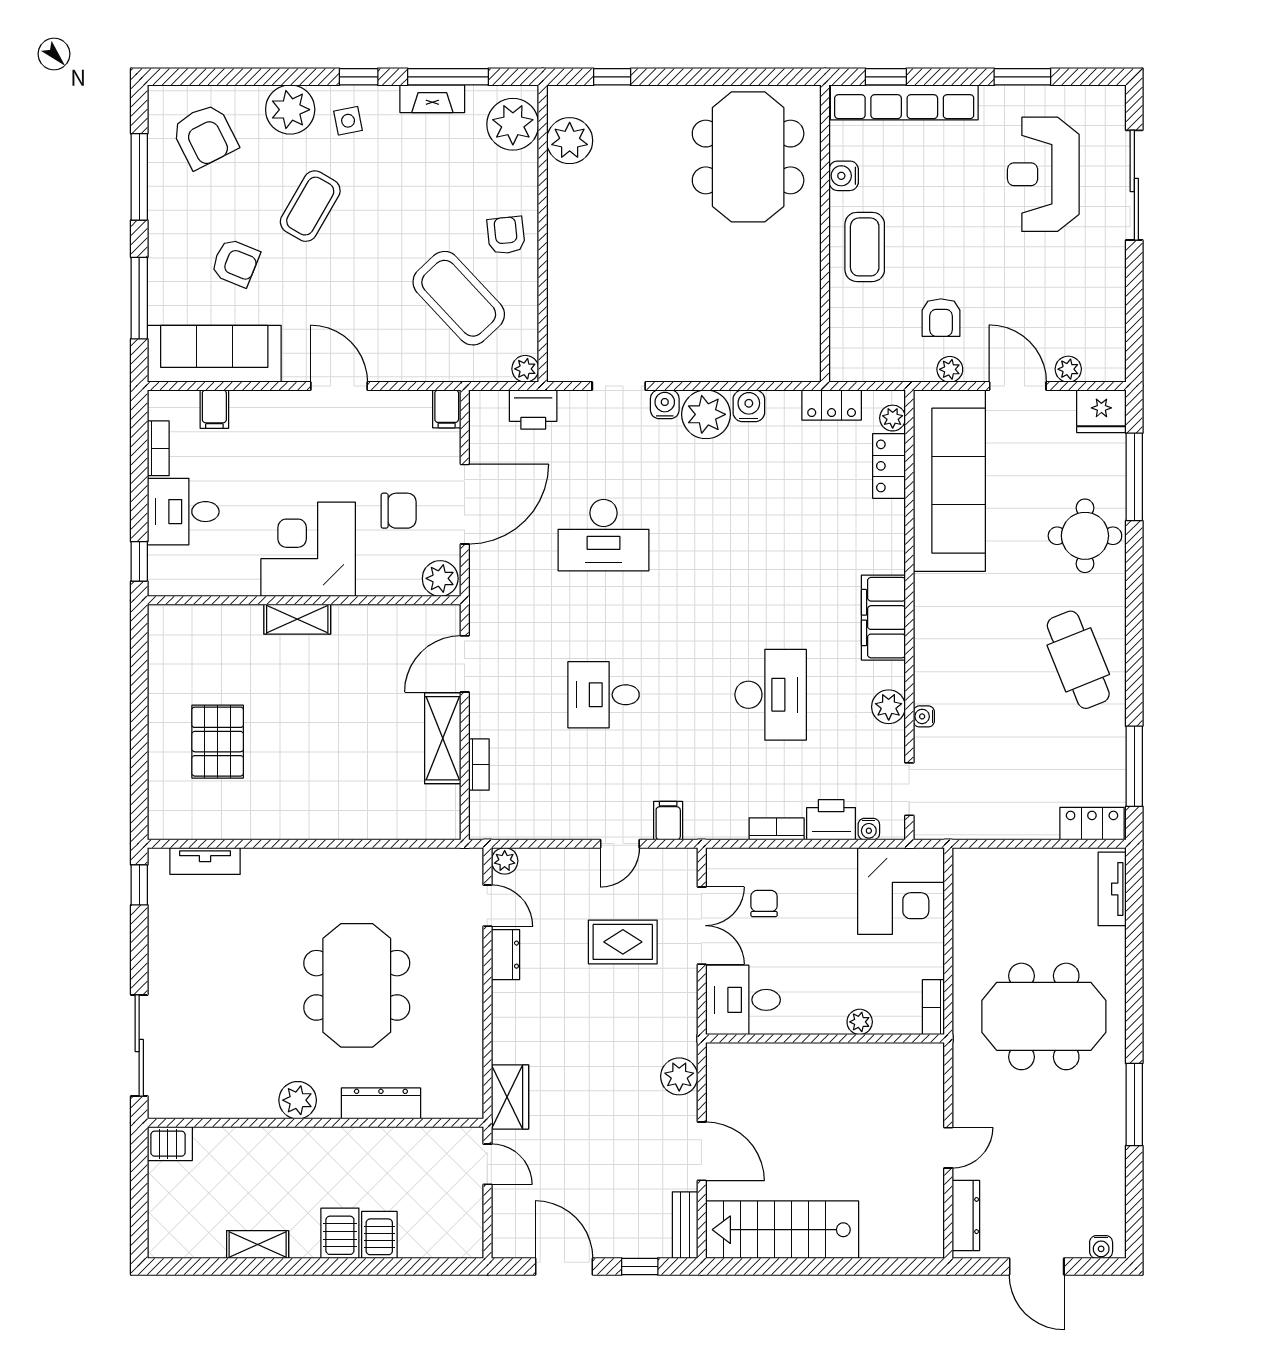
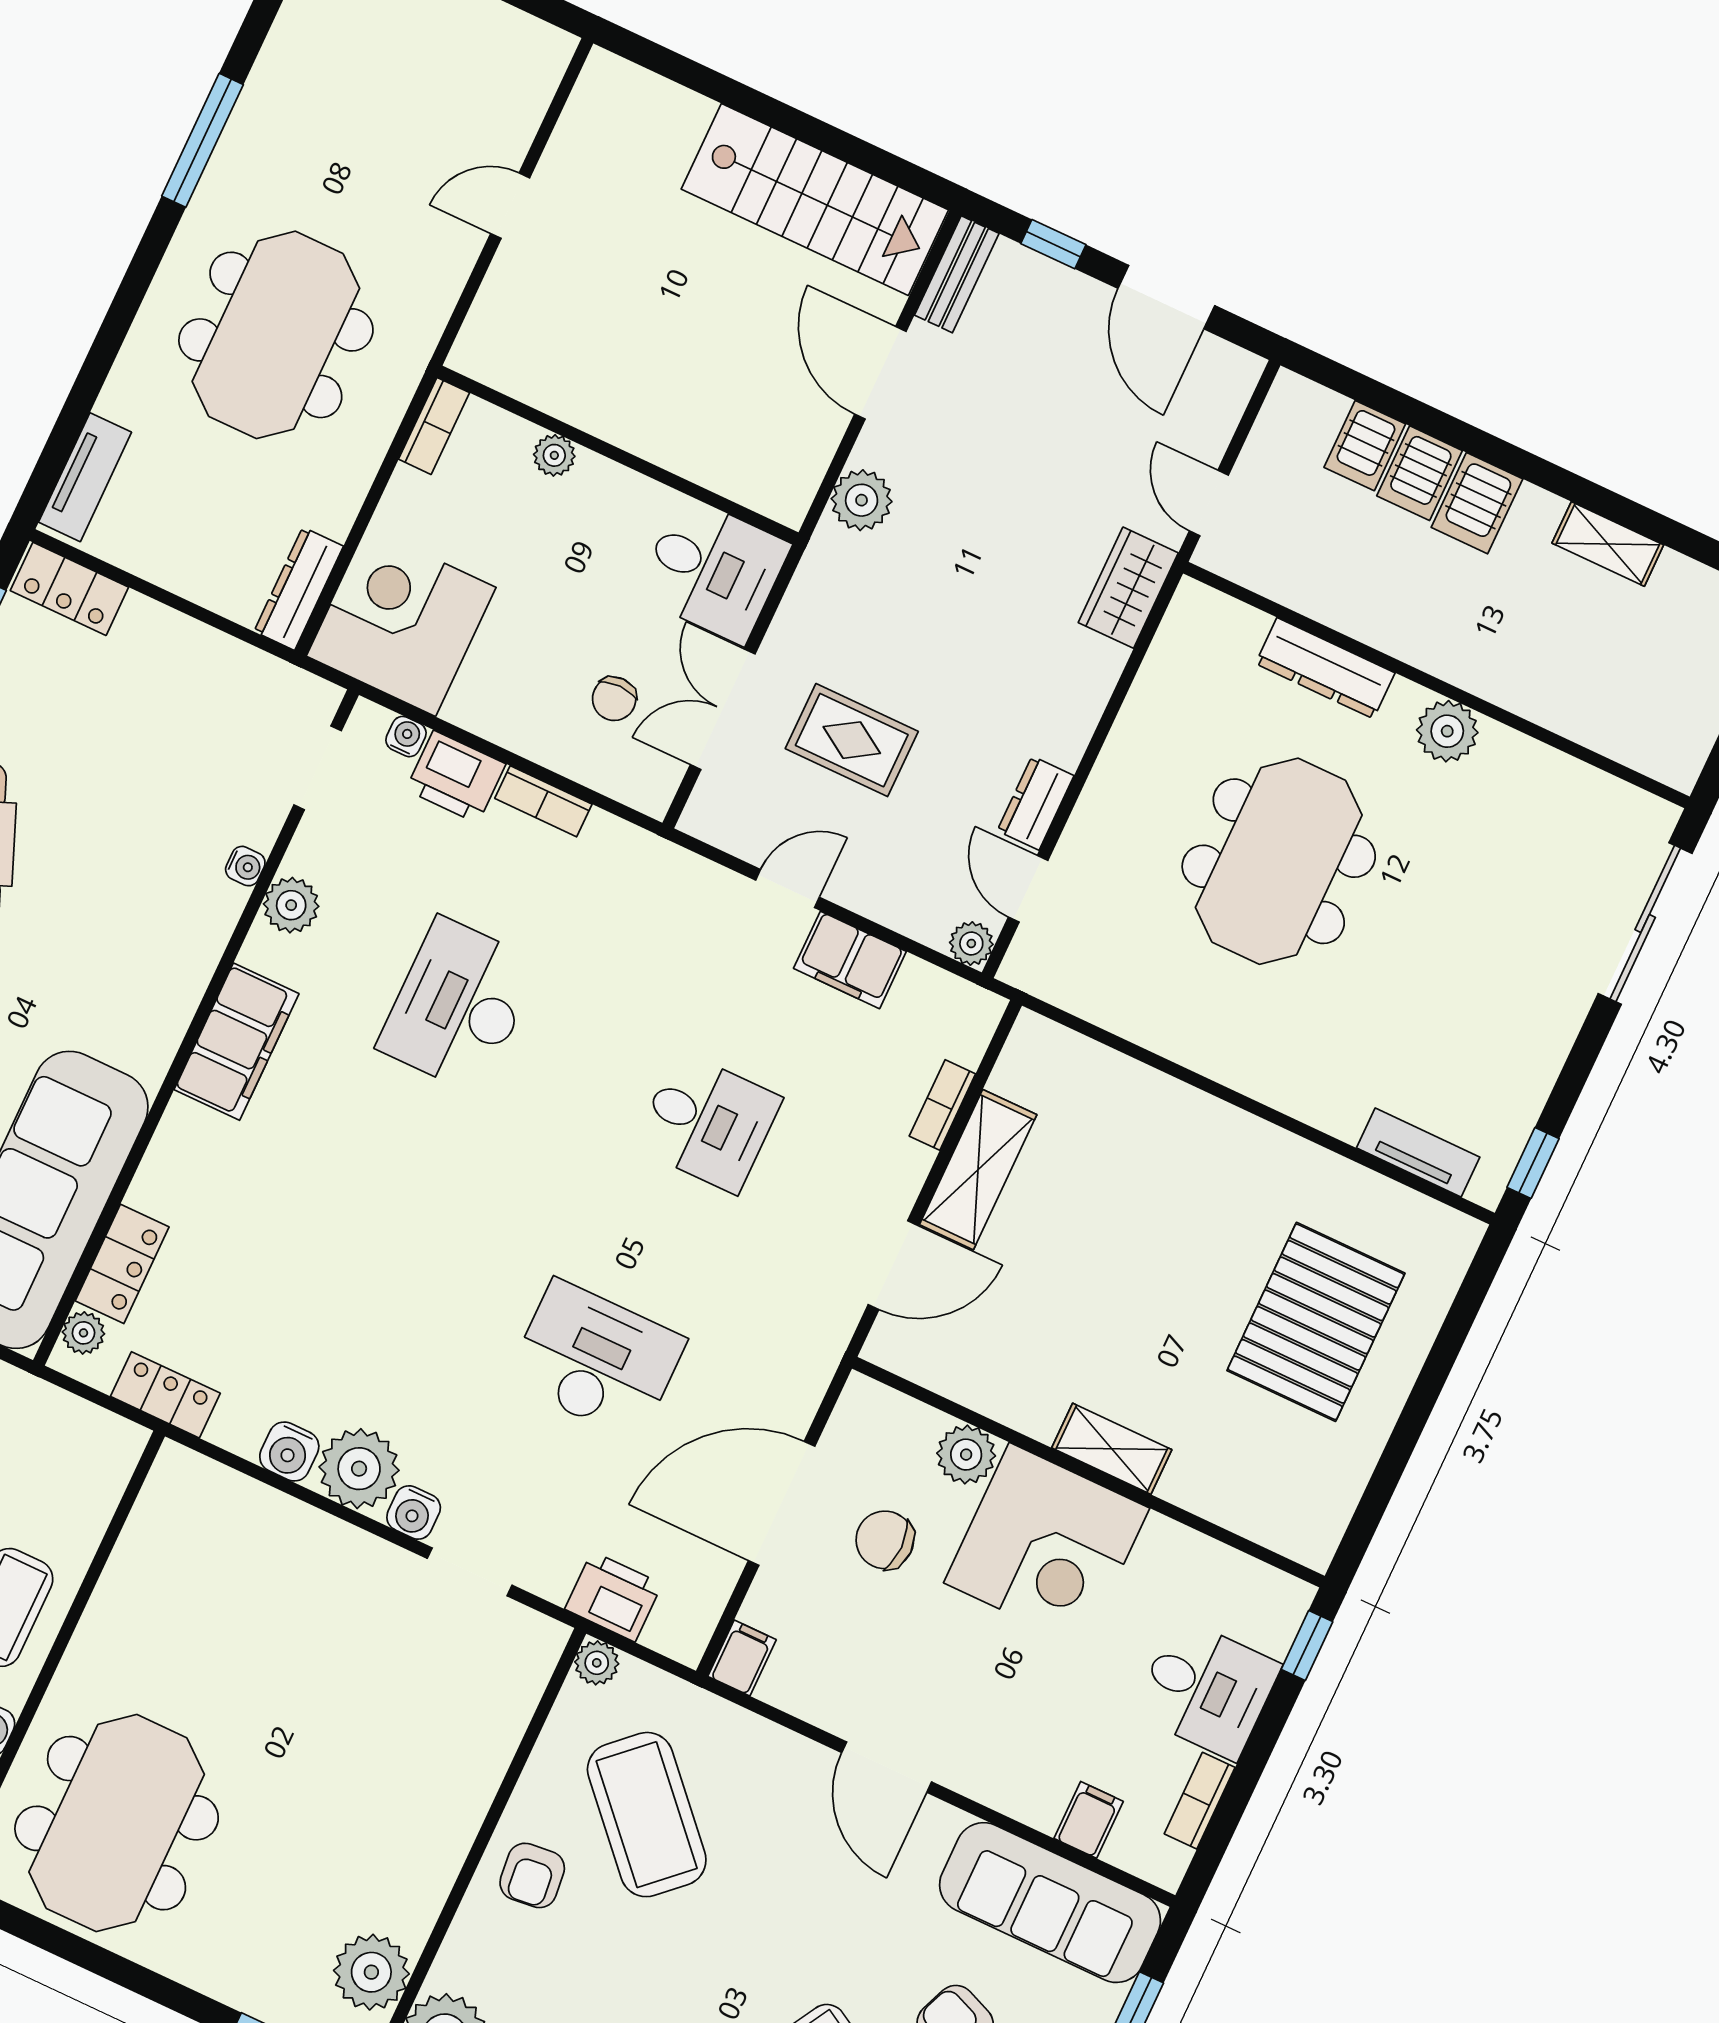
plant: (440, 578) -> (966, 1455), moved
pallet: (218, 742) -> (1316, 1322), width x1.37, depth x1.41
filing cabinet: (668, 821) -> (850, 960), moved, width x2.00
meeting table: (1044, 1016) -> (276, 335), turned 90
server rack: (170, 1144) -> (1365, 446), moved, turned -90
dresser: (966, 1216) -> (299, 589), moved

